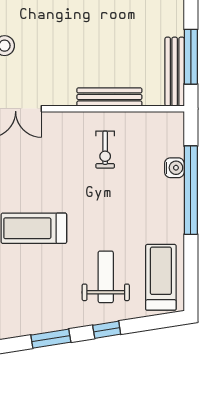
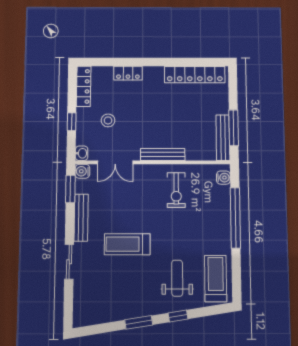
bench: (109, 97) -> (163, 155), moved
exercise bike: (105, 150) -> (176, 190), width x1.38, depth x1.39
water cooler: (174, 168) -> (223, 178), moved

